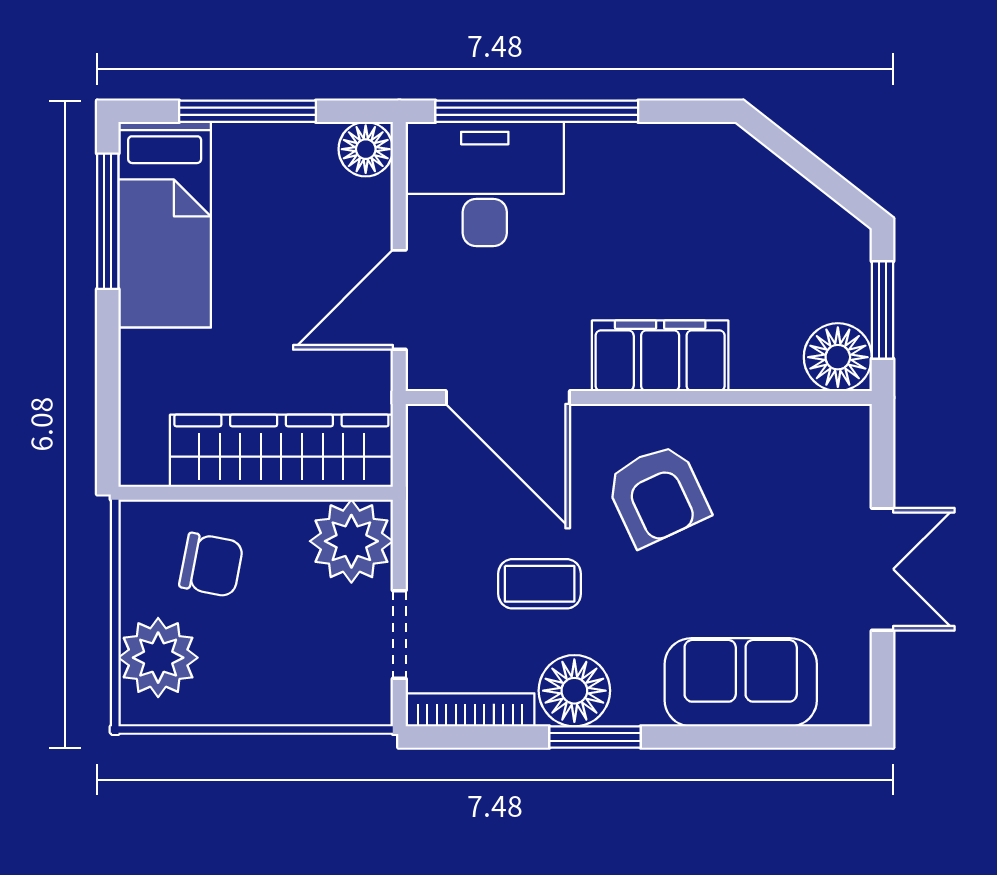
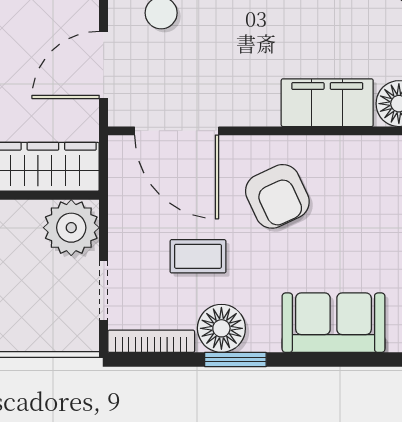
filing cabinet: (660, 356) -> (327, 103), moved

